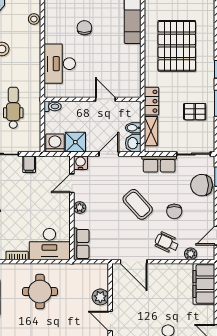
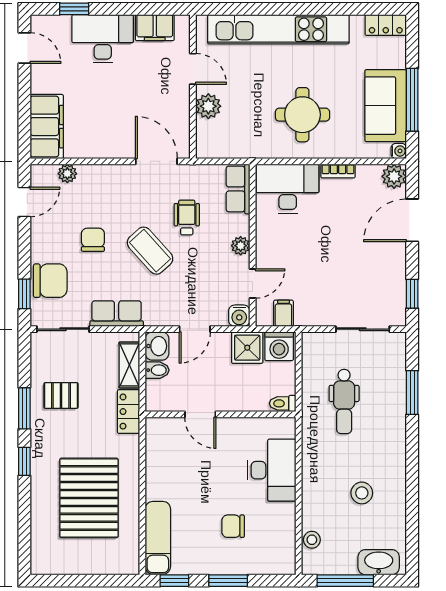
chair: (84, 28) -> (233, 526), turned 90
filing cabinet: (29, 164) -> (283, 313), moved
wheelchair: (167, 243) -> (187, 218), moved, turned -115

